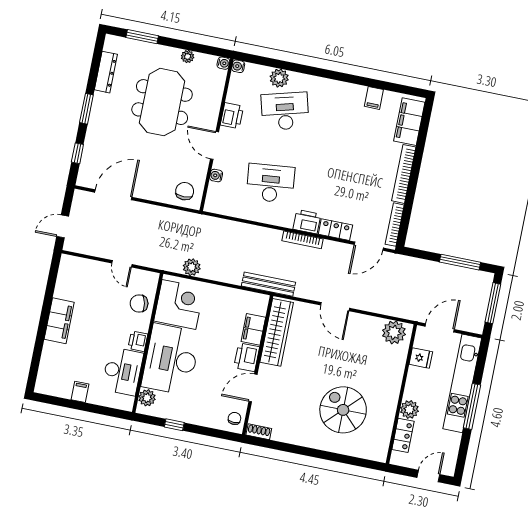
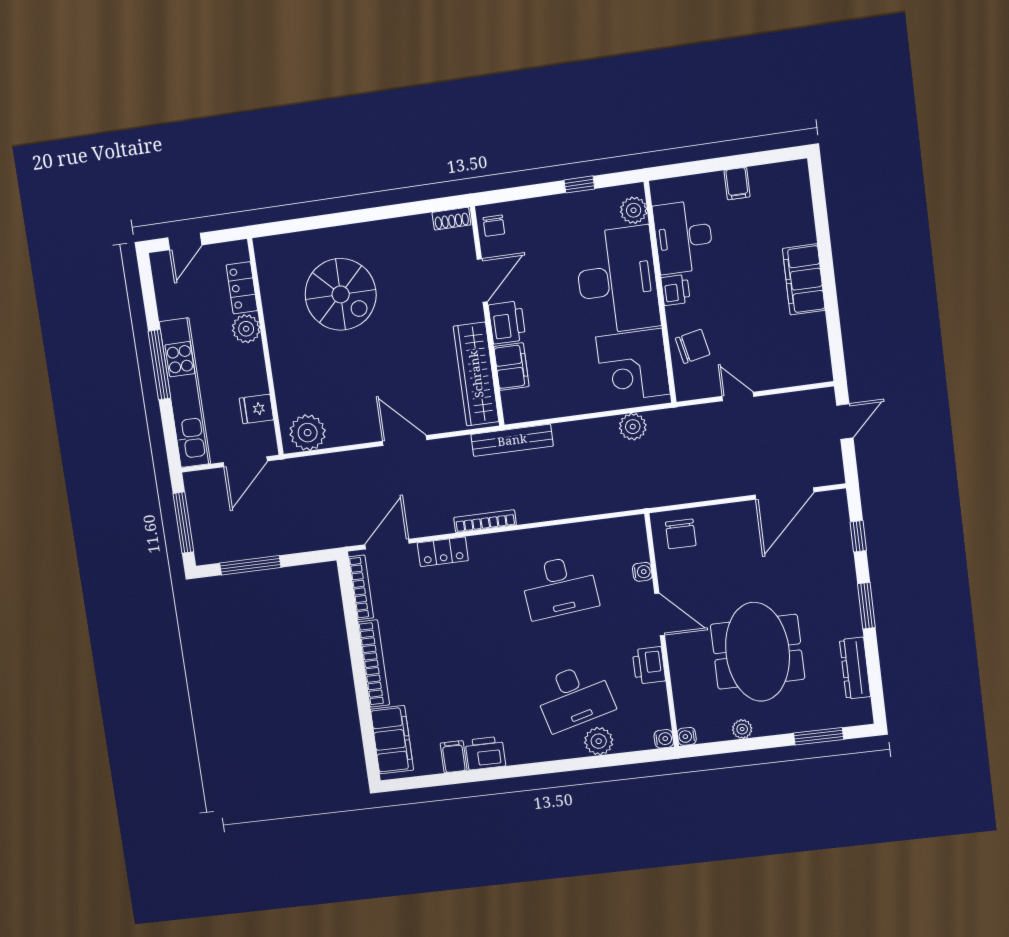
printer: (307, 222) -> (485, 753), moved, turned 180

